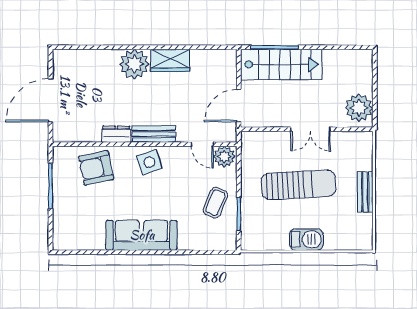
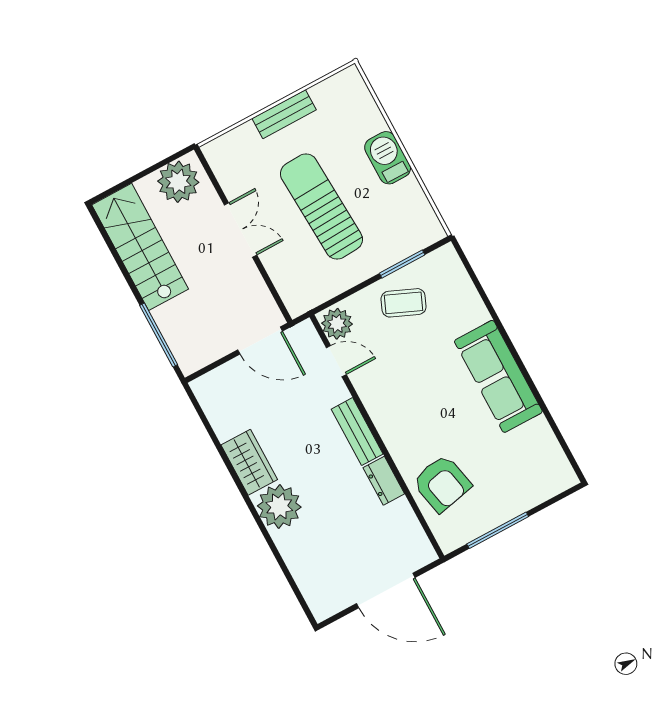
stairs: (281, 64) -> (140, 247), moved
door: (202, 144) -> (336, 361), hinge flipped
side table: (149, 162) -> (397, 418), removed

